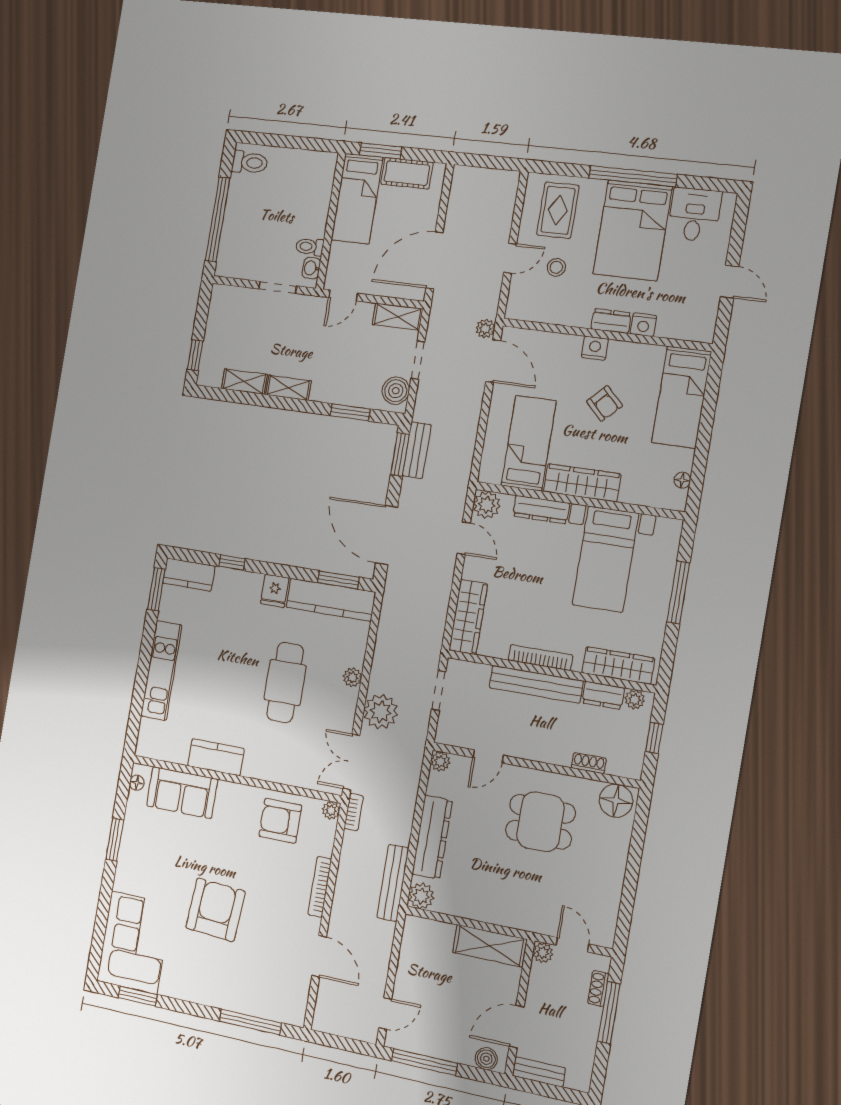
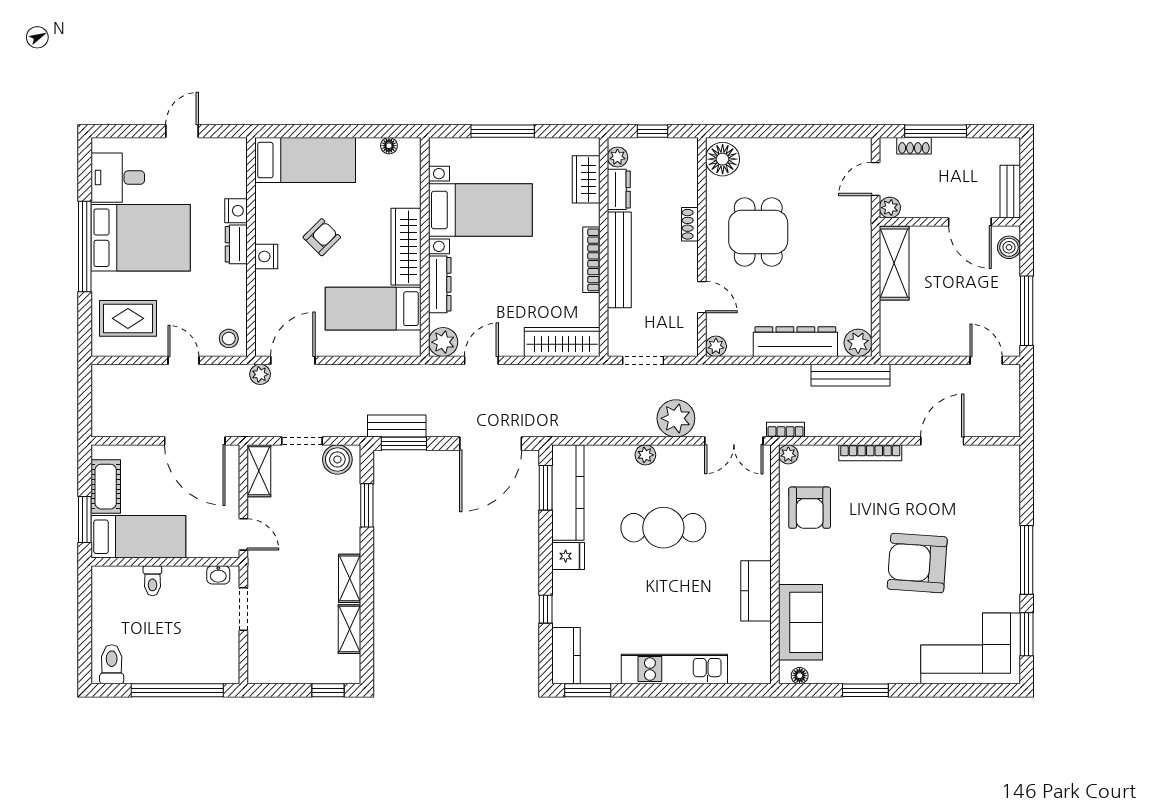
toilet: (310, 247) -> (152, 581), moved
stool: (556, 267) -> (229, 338), moved
wardrobe: (618, 665) -> (586, 179), width x0.67
shoe rack: (589, 763) -> (690, 224), moved
window: (250, 1022) -> (1027, 560), moved

